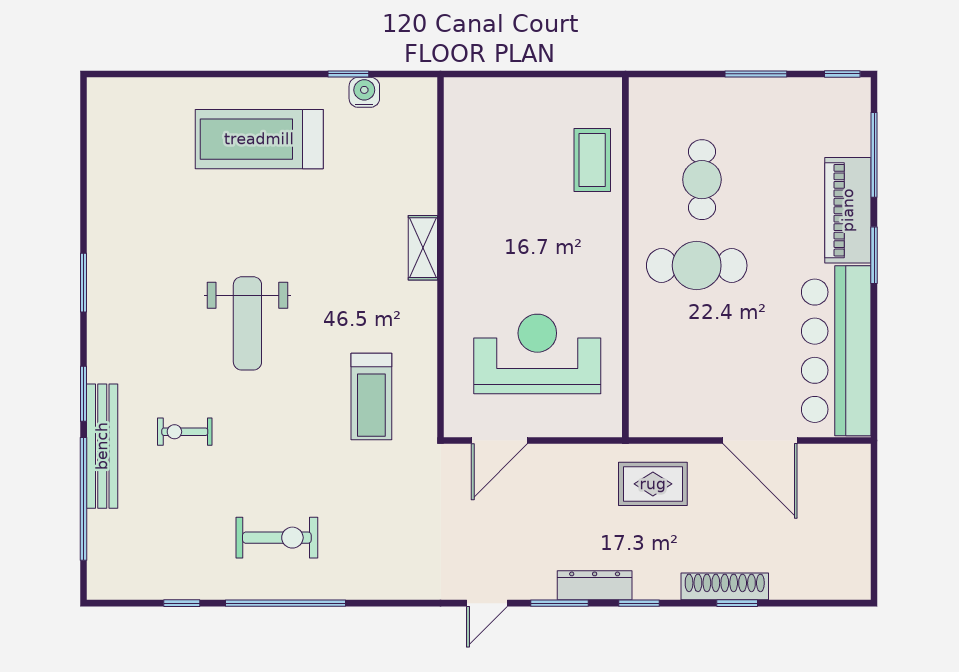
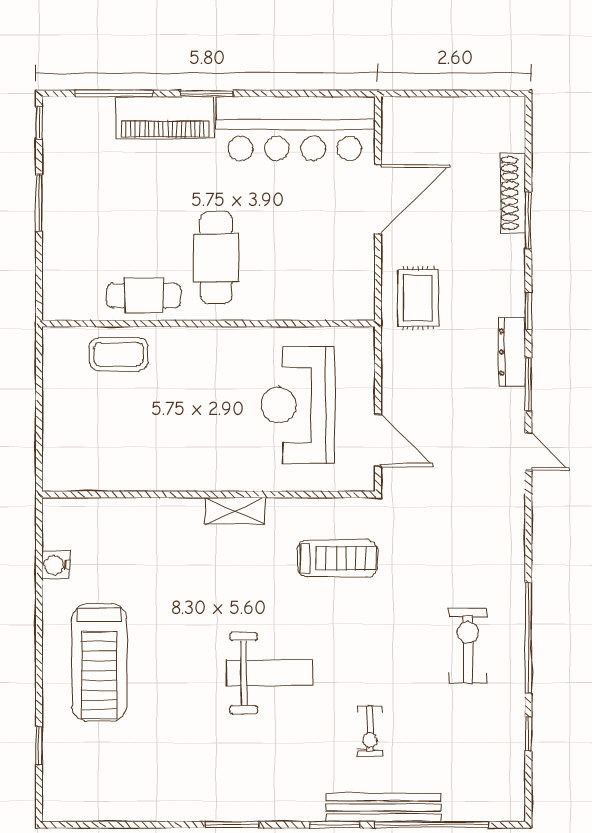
window: (348, 74) -> (39, 746), moved
cafe table: (702, 180) -> (144, 296), moved
shelving: (423, 248) -> (235, 511), moved
shoe rack: (725, 586) -> (513, 193), moved
window: (737, 603) -> (528, 220), width x1.50

